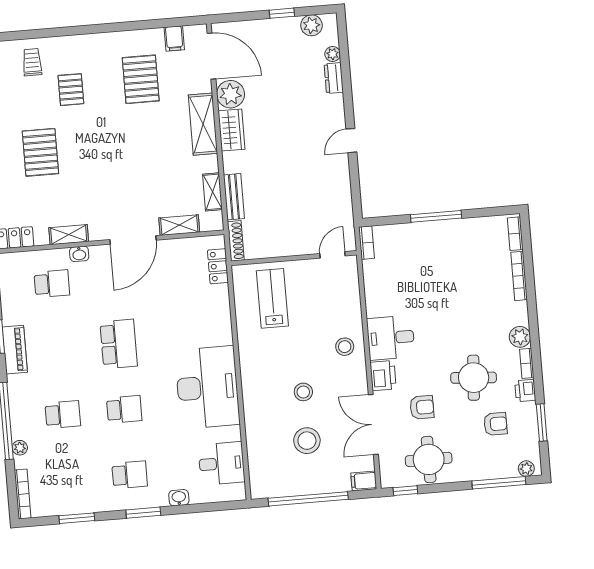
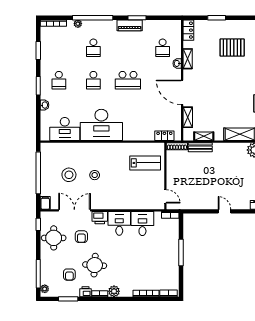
wardrobe: (231, 130) -> (235, 149), removed
desk: (387, 294) -> (142, 224), added
stool: (345, 347) -> (117, 199), removed
desk: (222, 463) -> (65, 129), width x1.37

